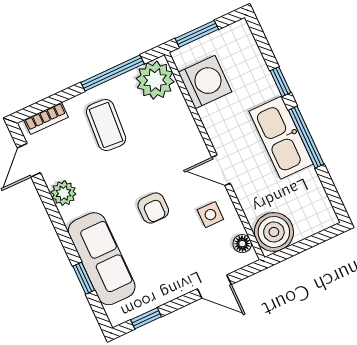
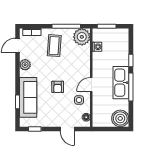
washing machine: (205, 82) -> (97, 47), width x0.53, depth x0.53
door: (221, 170) -> (91, 84), hinge flipped
boiler: (274, 232) -> (120, 118), moved

